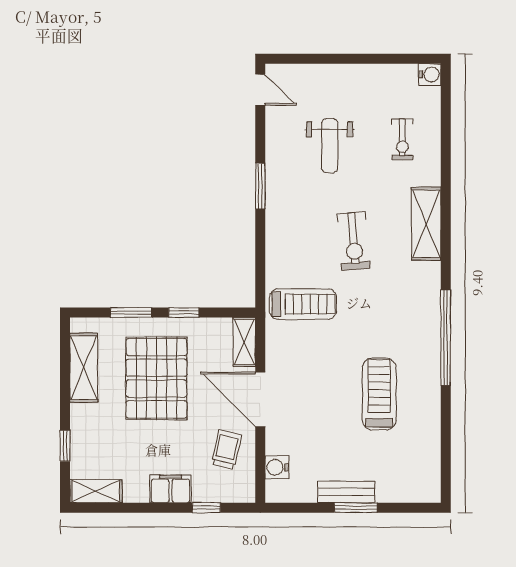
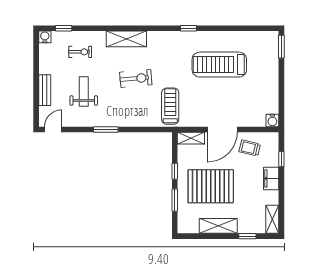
window: (446, 109) -> (64, 28), added
weight bench: (330, 146) -> (84, 92), turned -90
window: (446, 338) -> (188, 28), width x0.32
shelving: (84, 368) -> (218, 226), moved
treadmill: (379, 394) -> (219, 65), width x1.37, depth x1.37
water cooler: (277, 467) -> (272, 120), moved
bench: (346, 492) -> (45, 90), moved
window: (356, 508) -> (281, 47), moved

